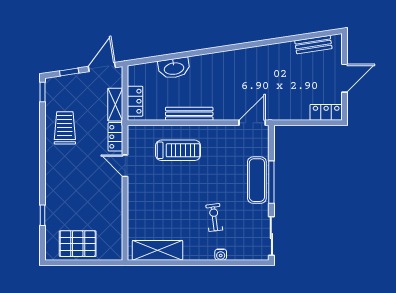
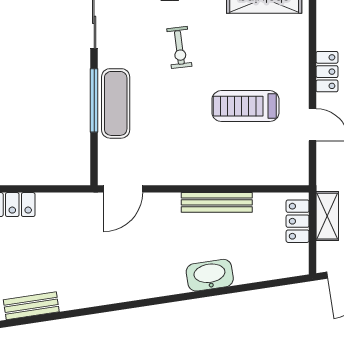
washbasin: (174, 68) -> (210, 275), moved
locker: (115, 137) -> (327, 72), moved
treadmill: (178, 150) -> (245, 106), moved

